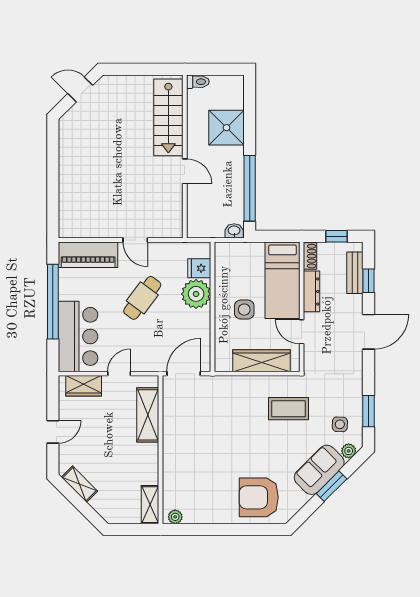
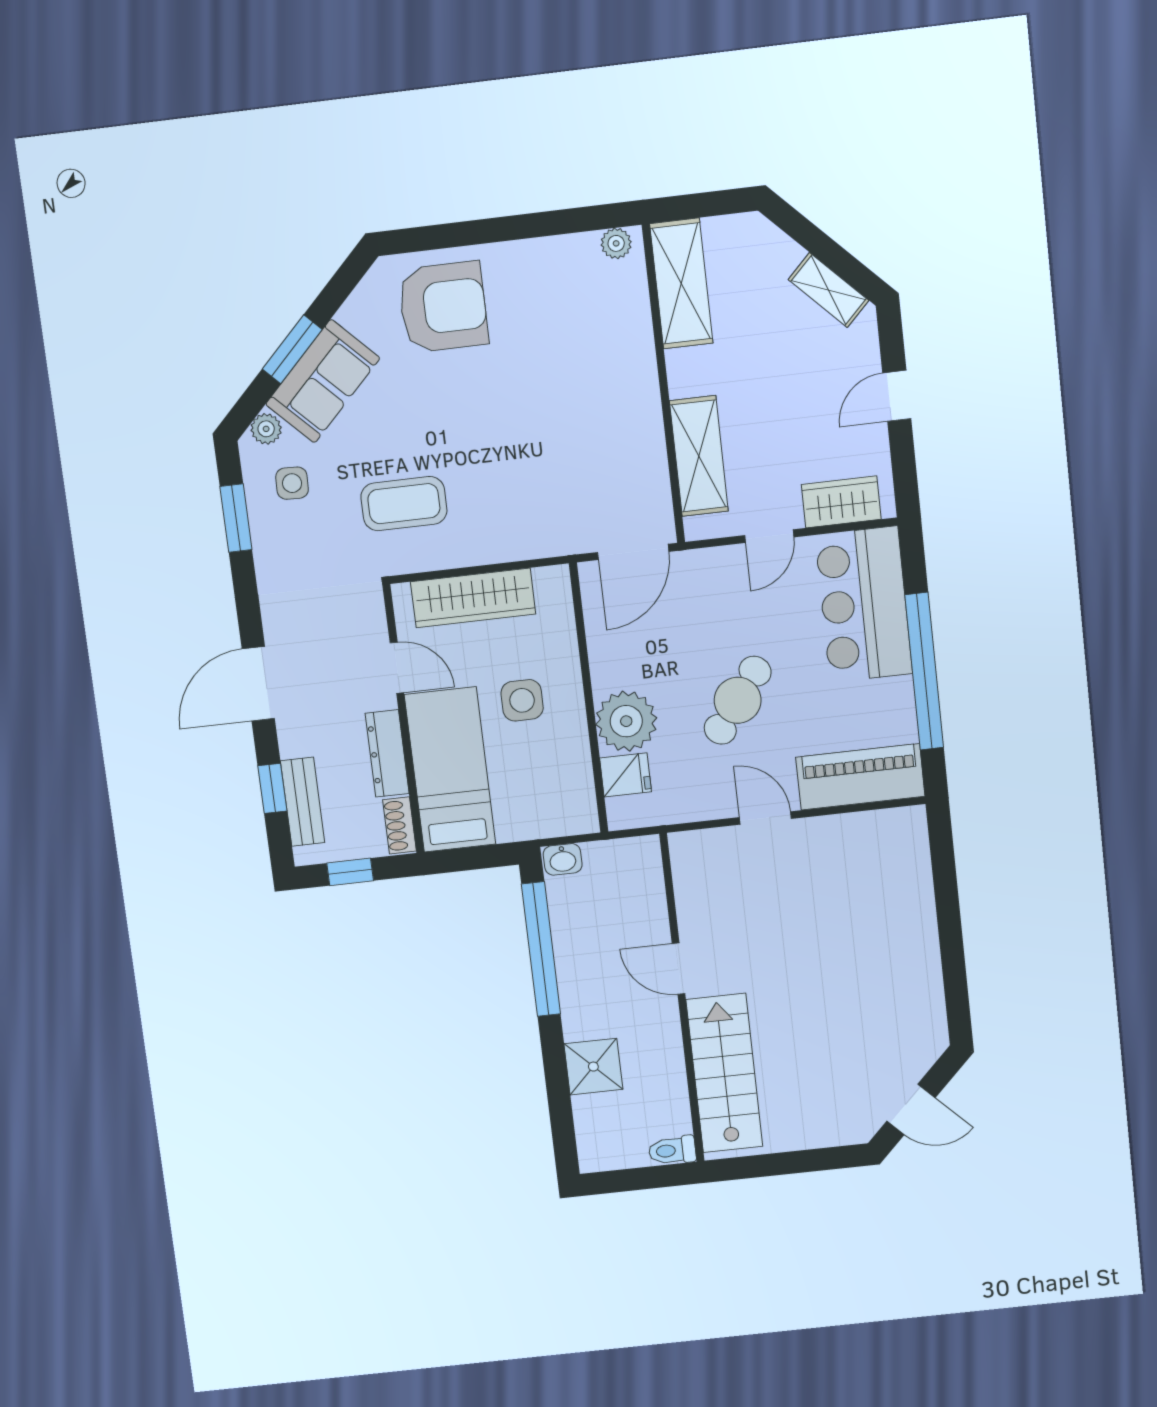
shower: (227, 128) -> (593, 1067), width x0.73, depth x0.73
shelving: (150, 505) -> (681, 284), width x1.50, depth x1.33

